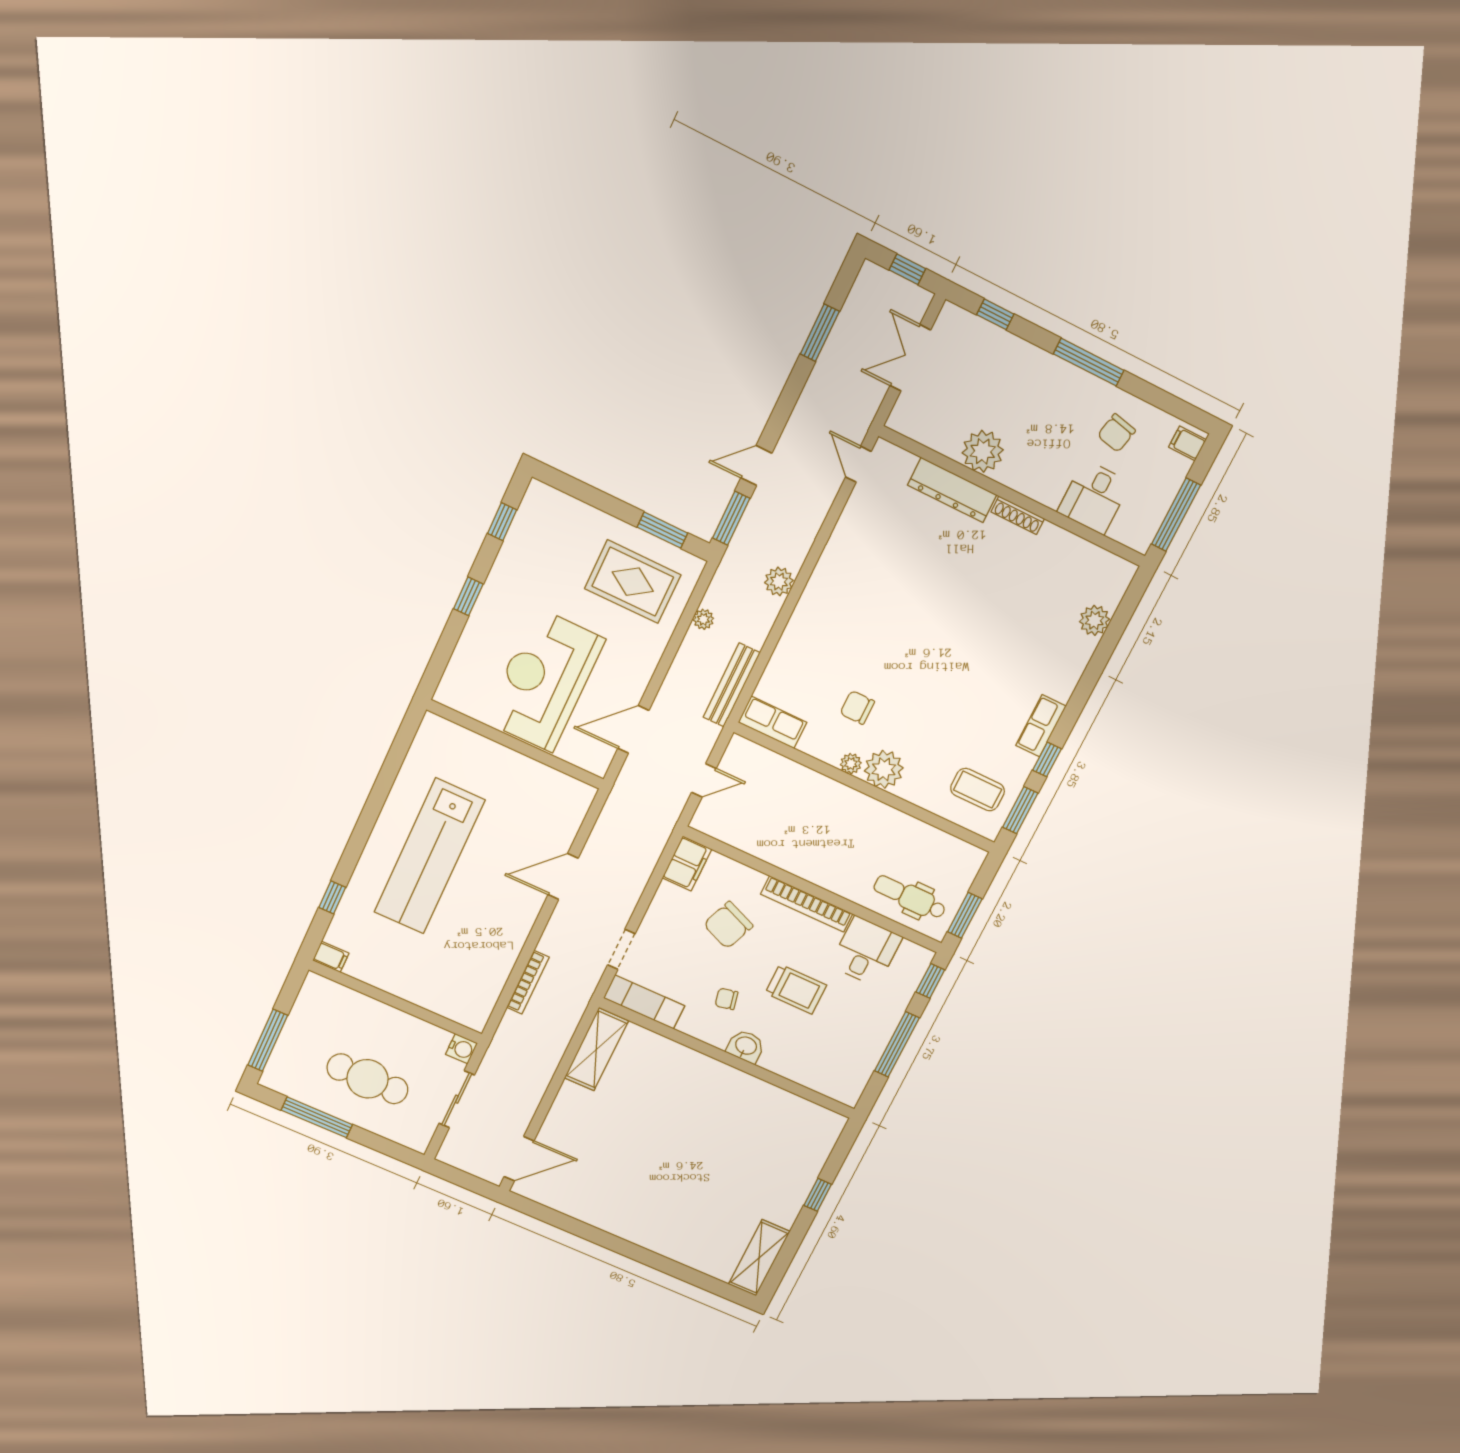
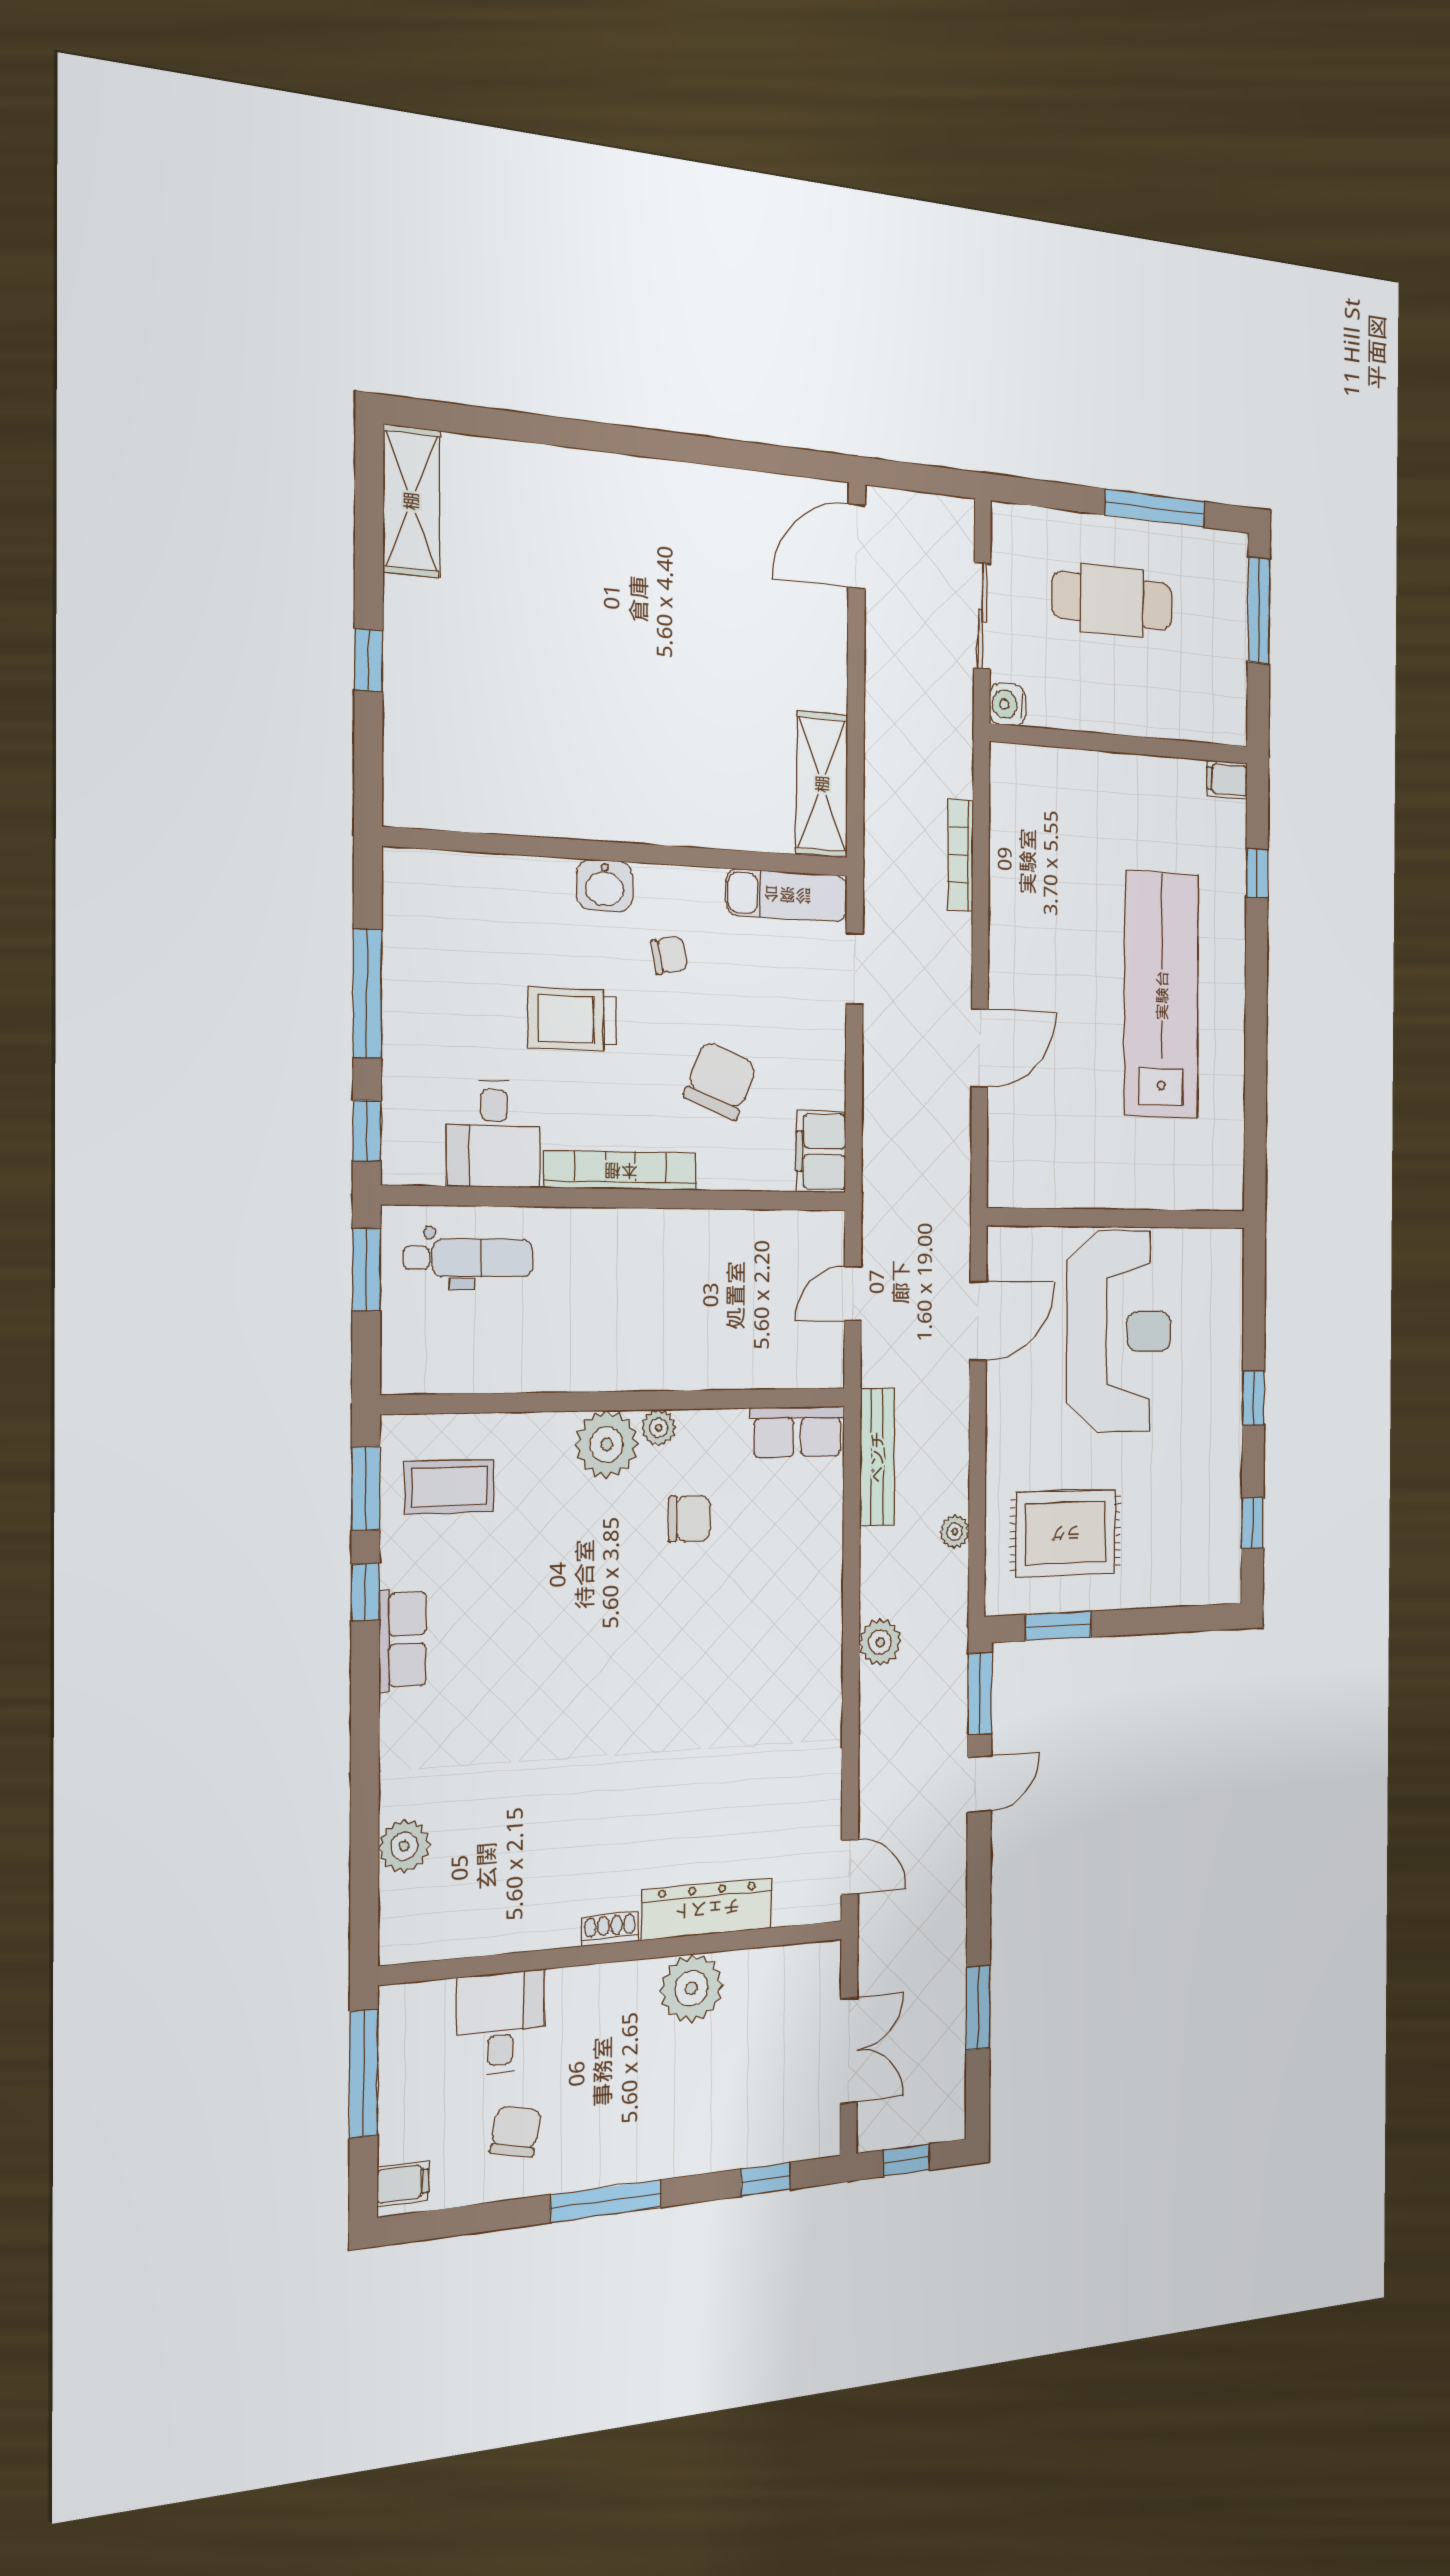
shoe rack: (1018, 515) -> (610, 1929), width x0.70

